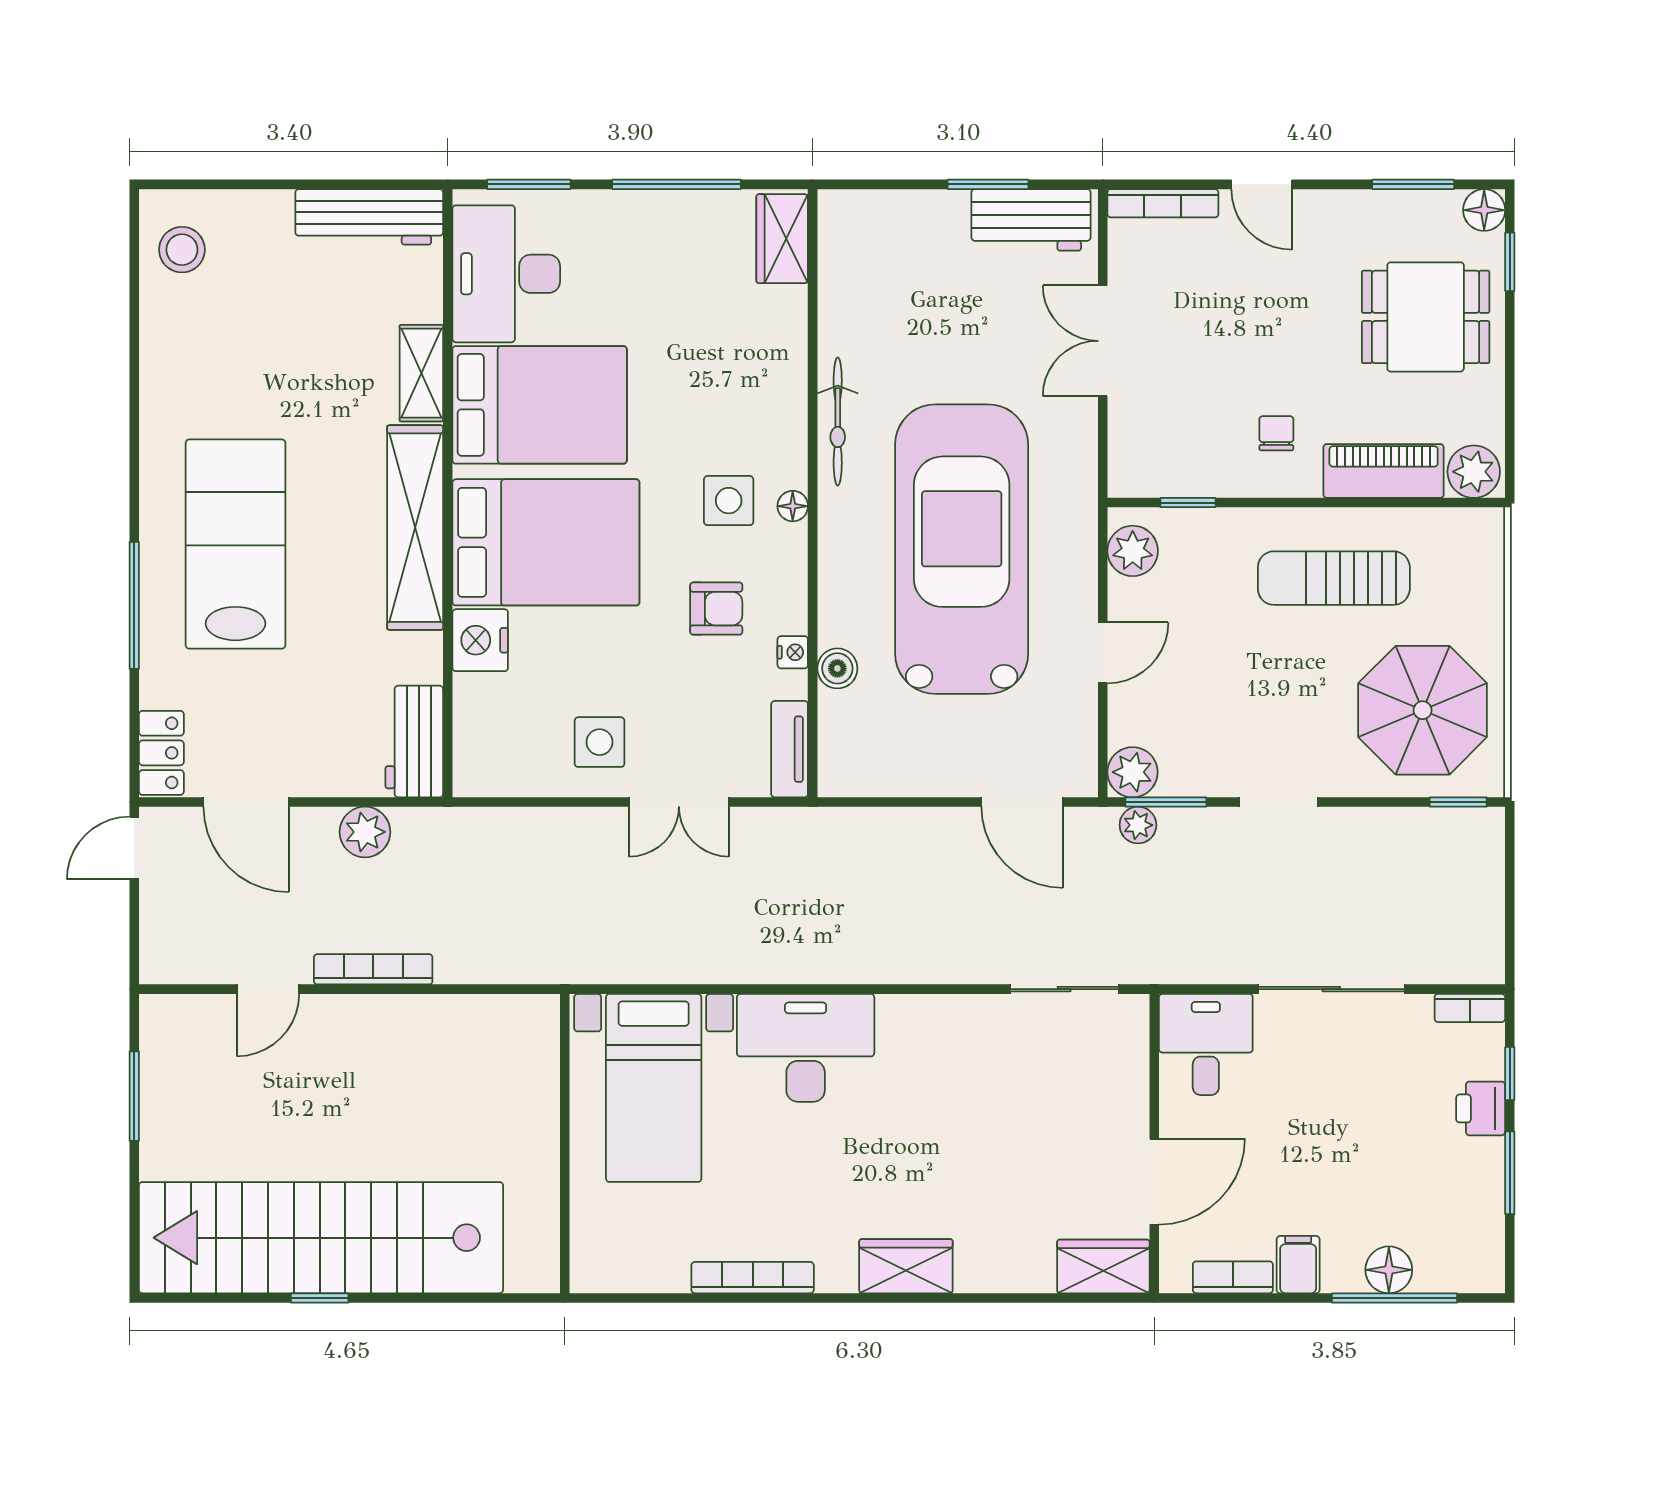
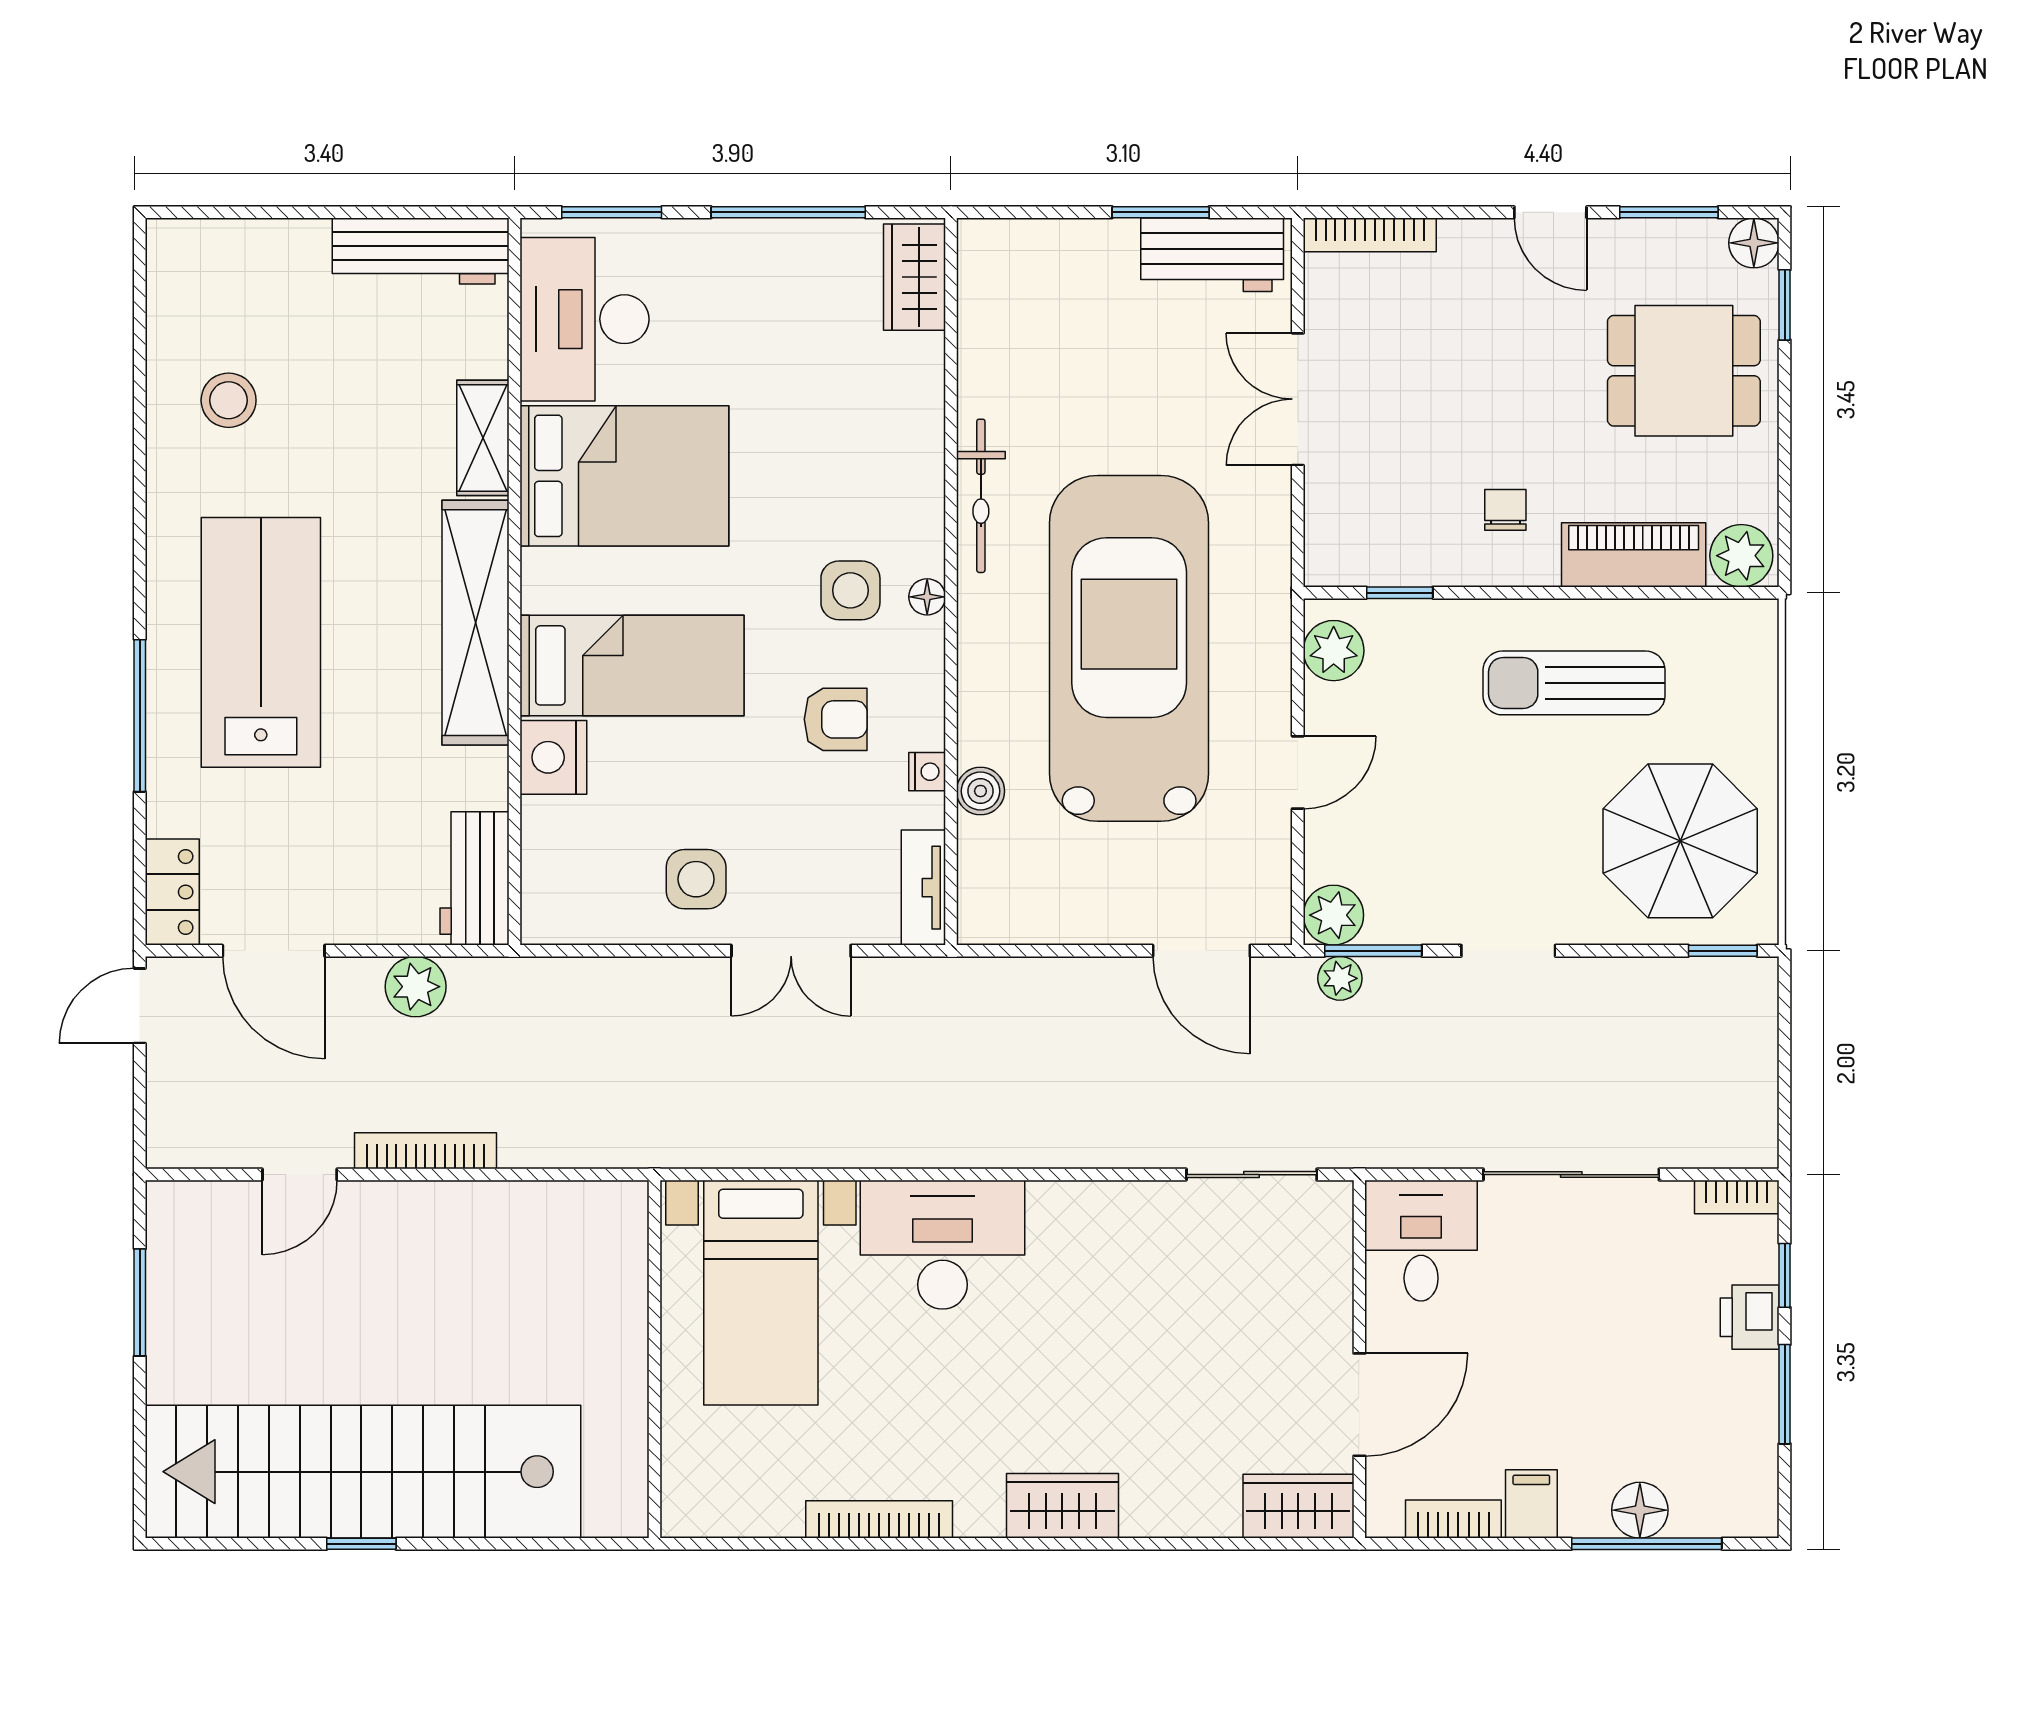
door: (1262, 184) -> (1550, 212), moved
stool: (182, 250) -> (229, 400), moved
bed: (546, 542) -> (632, 665), width x0.67

